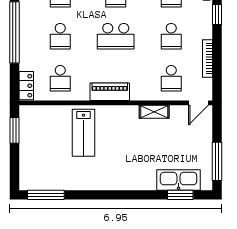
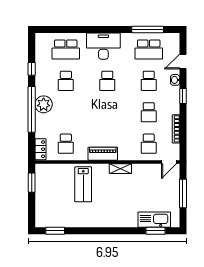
plant: (30, 26) -> (44, 104), added
school desk: (60, 36) -> (66, 112), removed
school desk: (116, 36) -> (107, 112), removed
shelving: (154, 112) -> (120, 169), moved
window: (217, 161) -> (183, 193), moved
window: (46, 195) -> (55, 231), width x0.69

